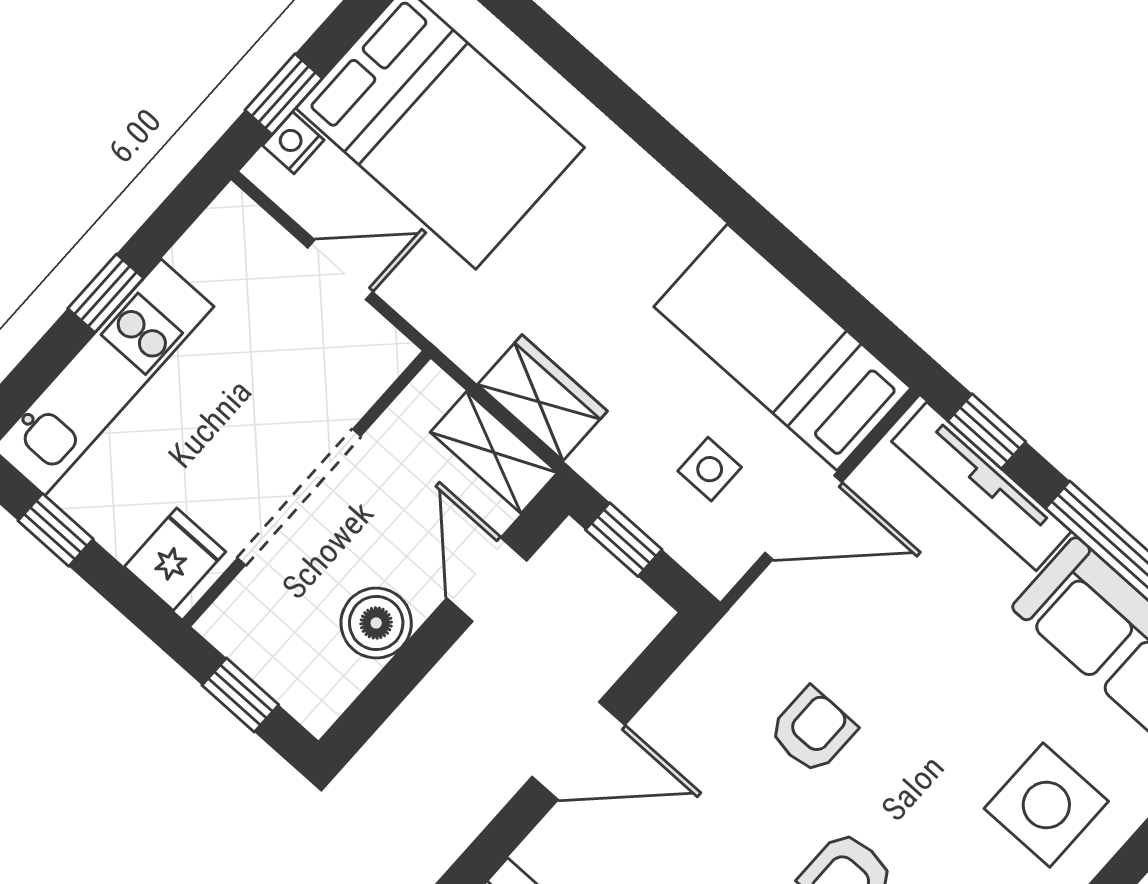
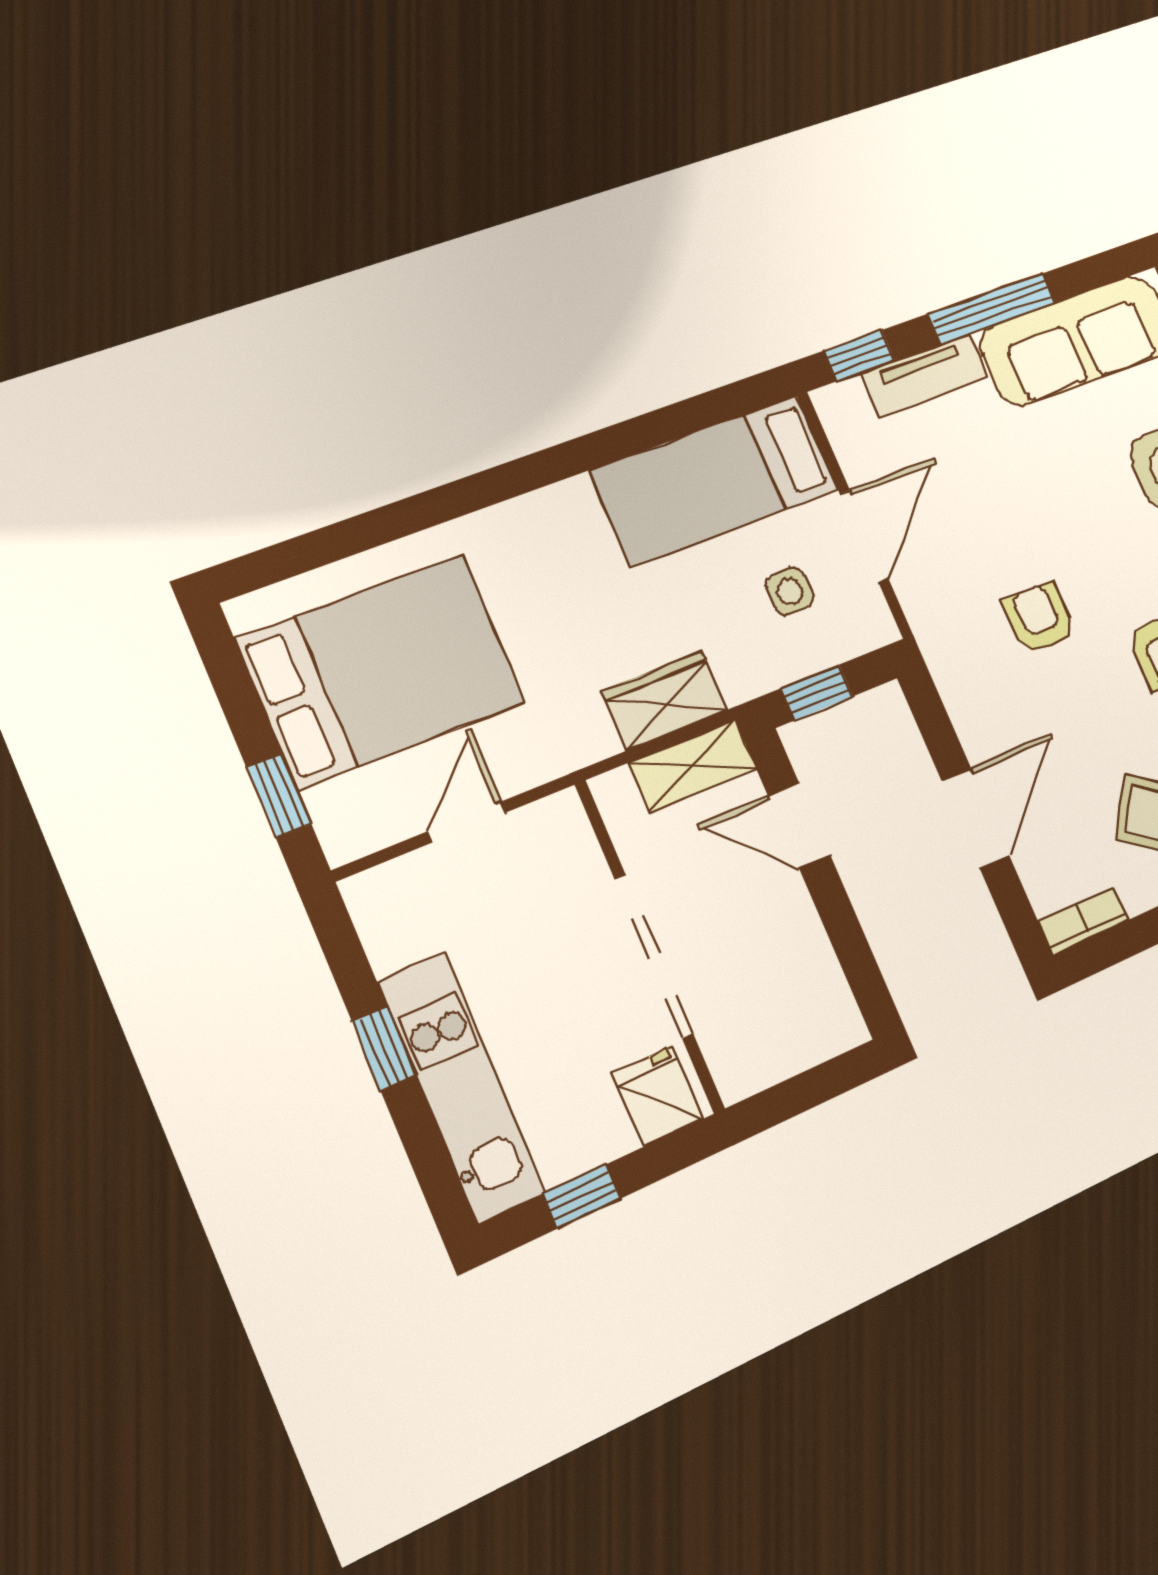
nightstand: (293, 143) -> (329, 808), removed
tv unit: (981, 486) -> (924, 375), width x0.71
boiler: (376, 623) -> (794, 940), removed
window: (240, 695) -> (804, 1092), removed

